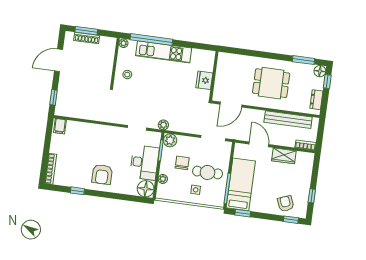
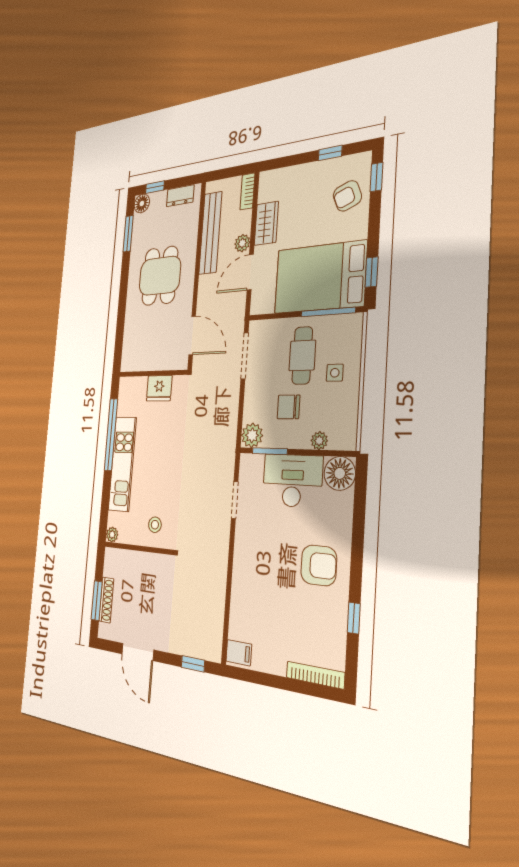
window: (151, 39) -> (111, 434), moved
plant: (163, 125) -> (242, 243), moved
bed: (241, 184) -> (320, 277), width x1.50

